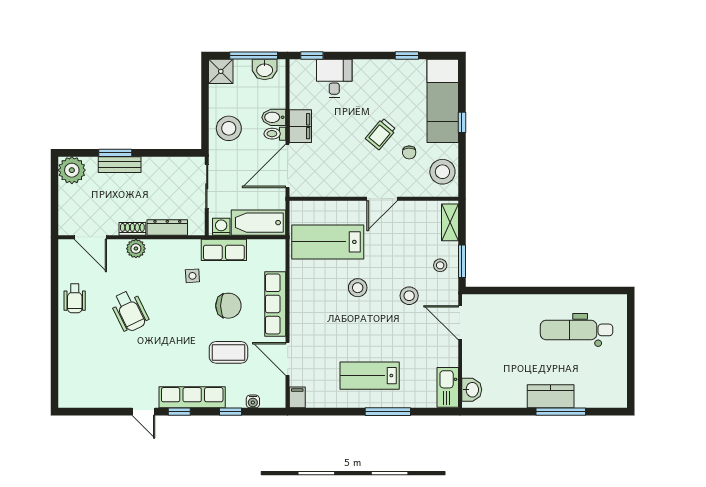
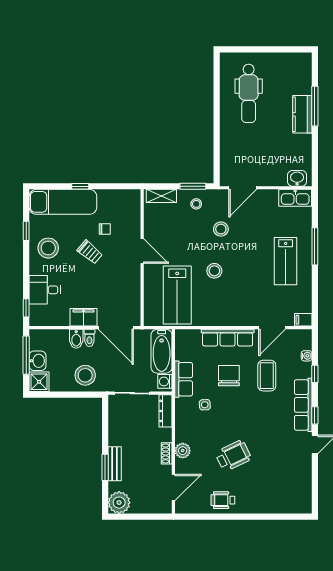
washbasin: (265, 70) -> (38, 361), moved
stool: (442, 172) -> (48, 248), moved
dresser: (167, 228) -> (166, 411), moved
wheelchair: (75, 298) -> (223, 500), turned 180

